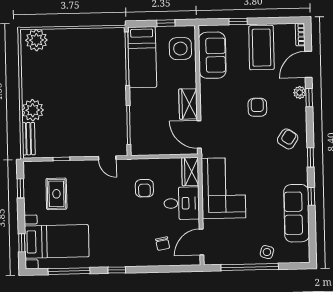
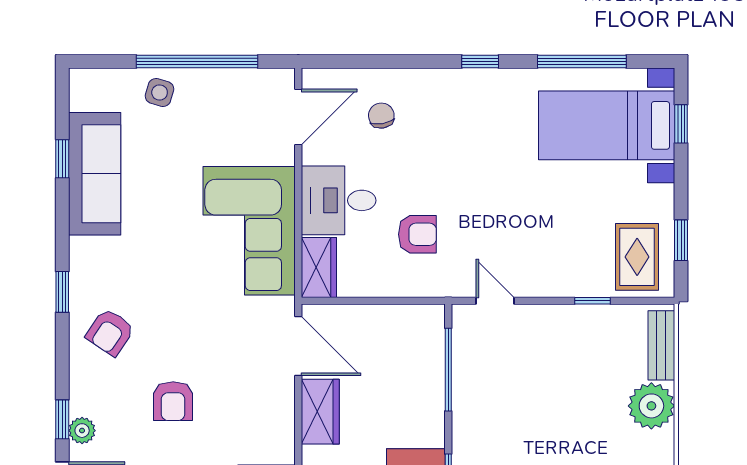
armchair: (144, 188) -> (417, 234), turned 90
rug: (56, 194) -> (637, 257), moved
window: (311, 196) -> (62, 159), moved

